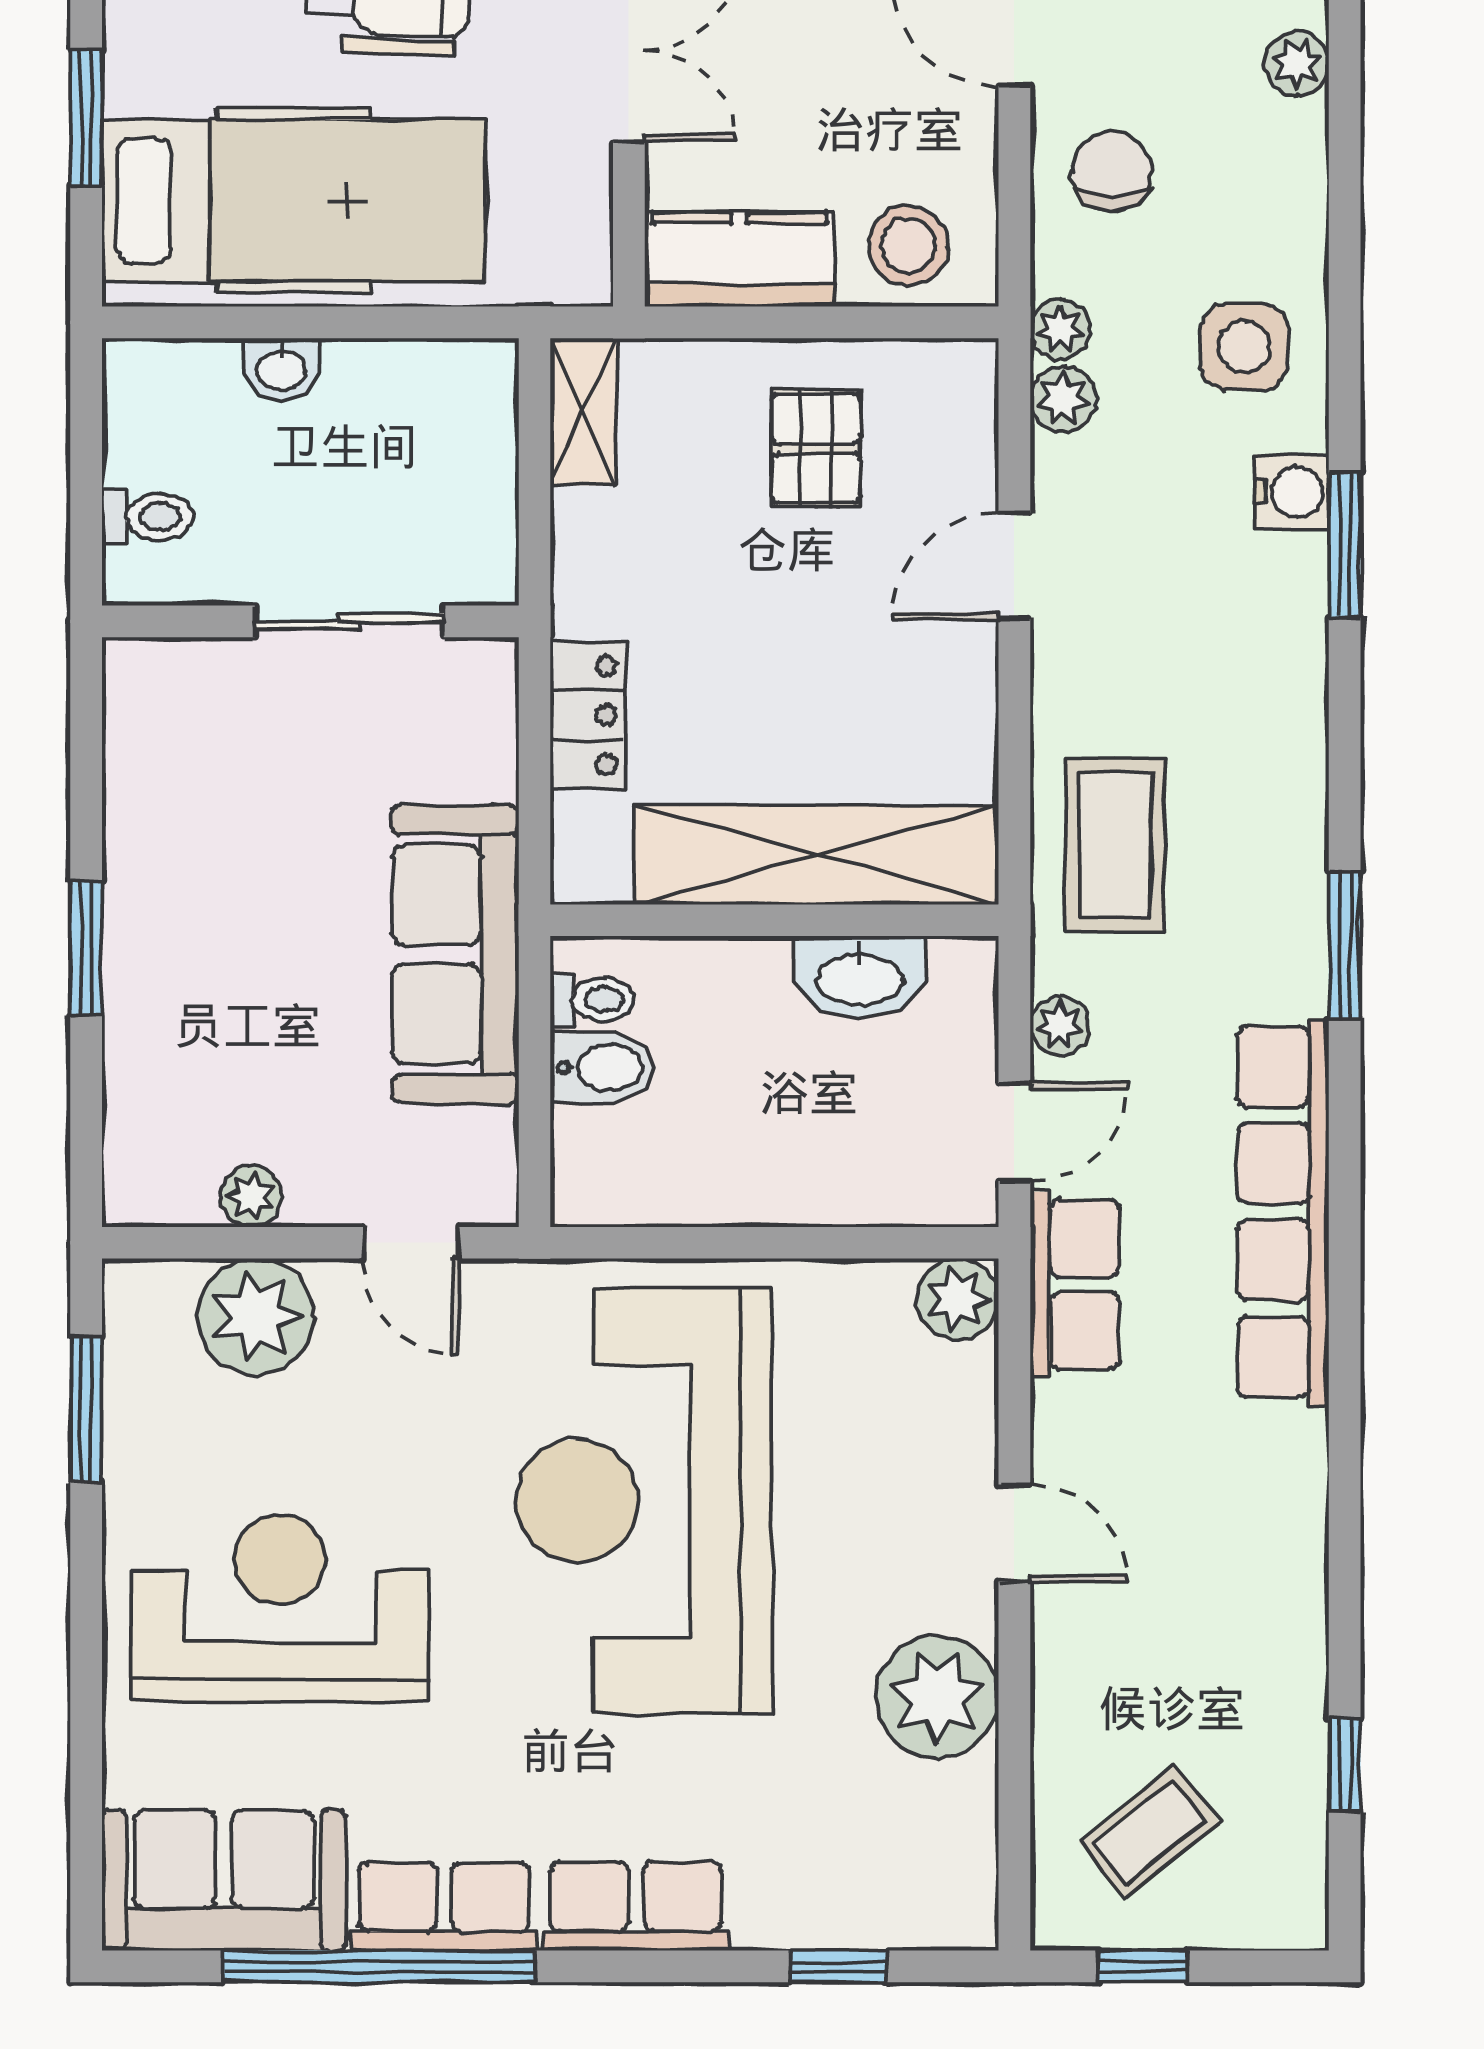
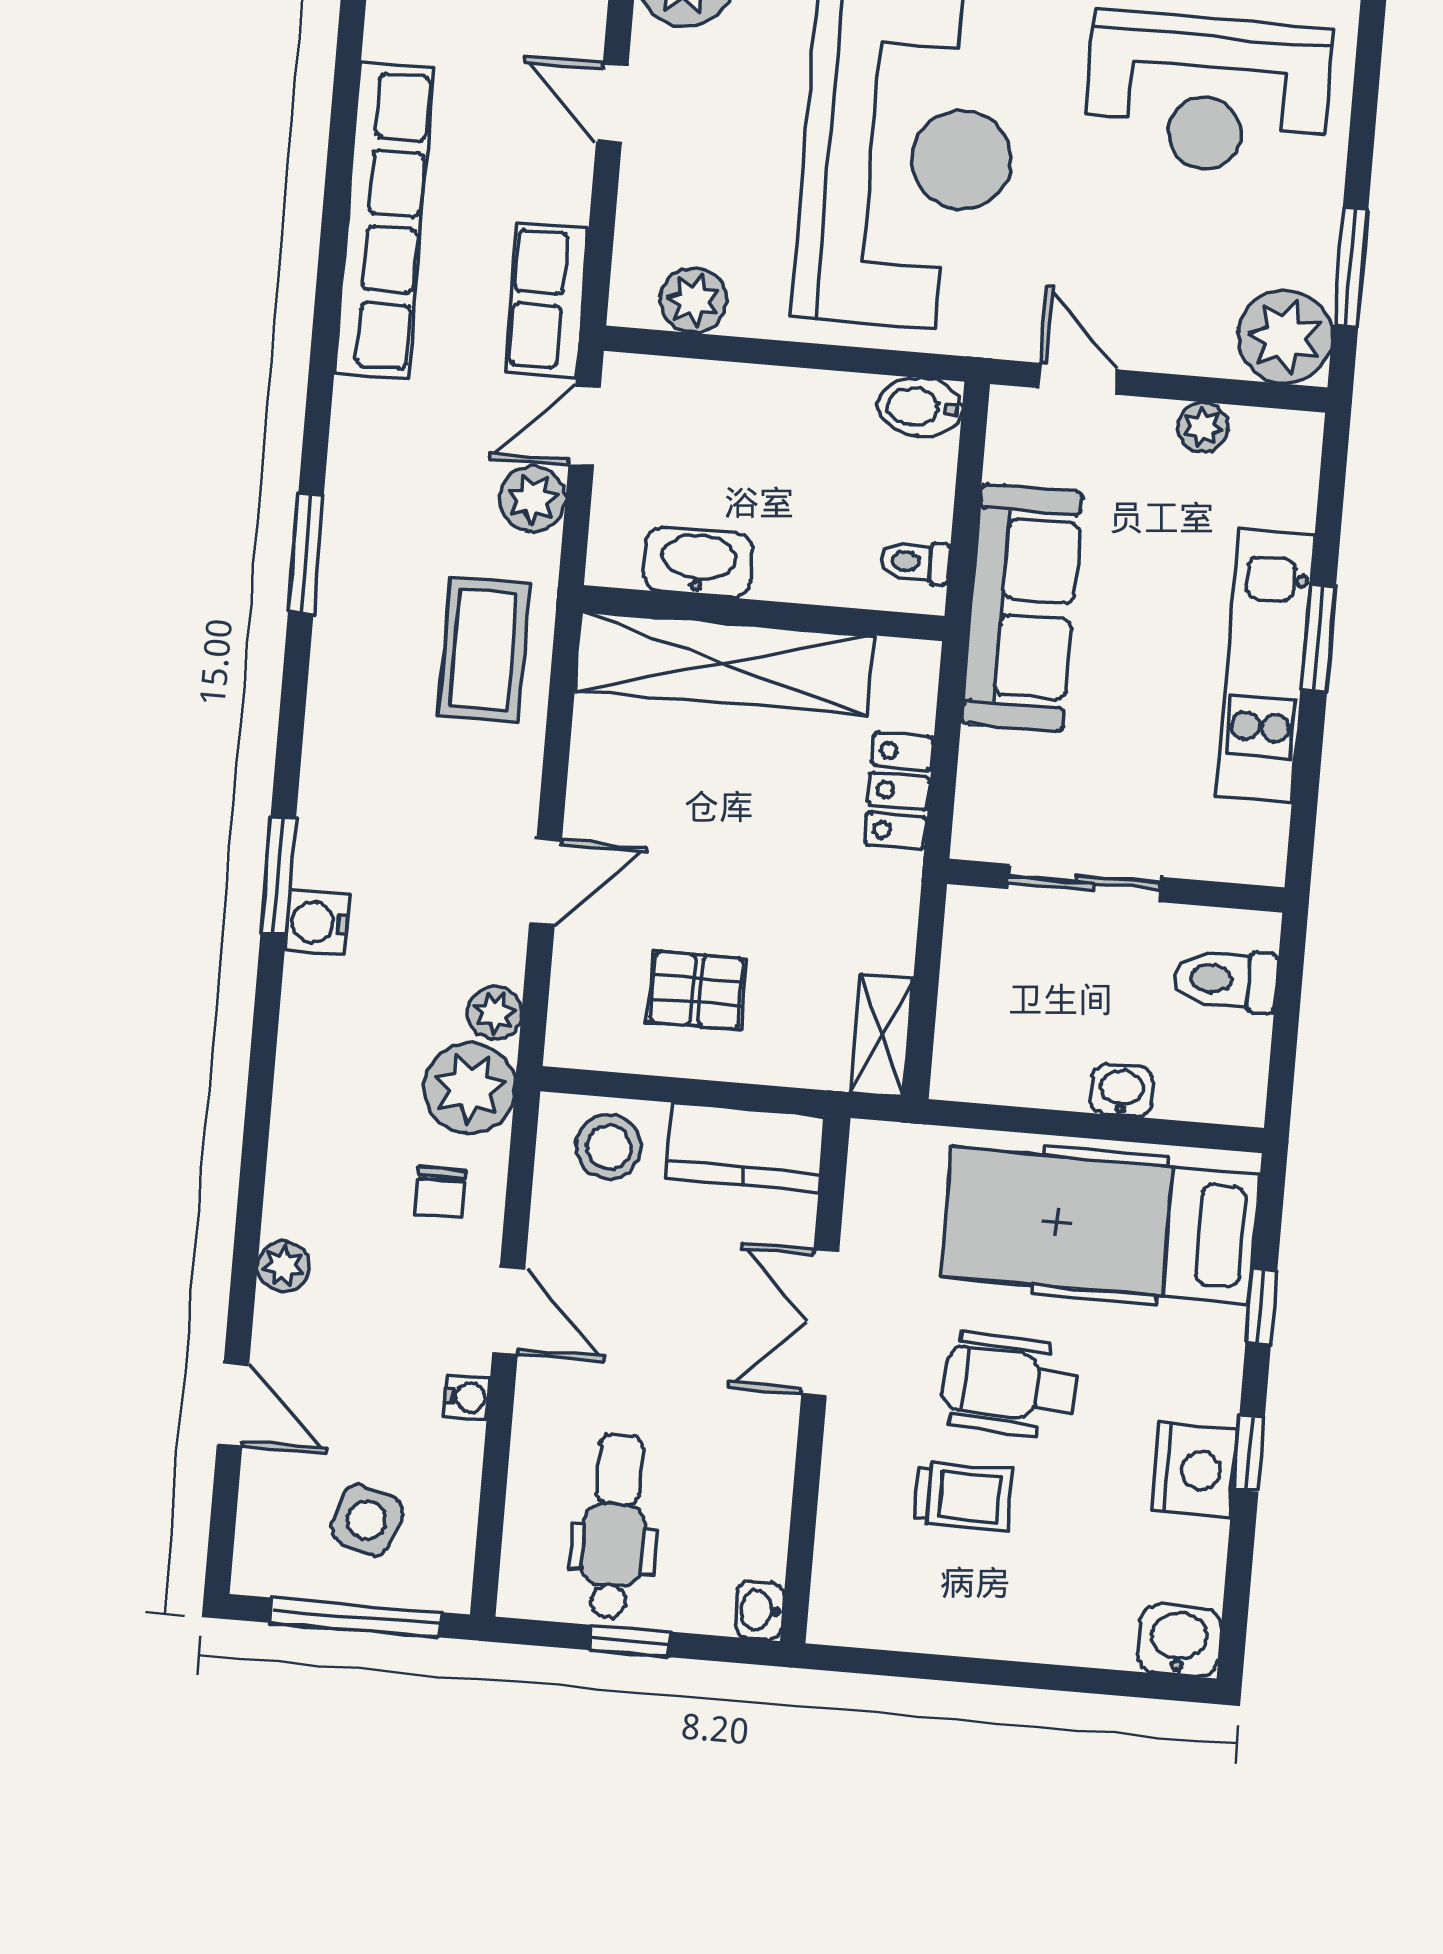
window: (86, 118) -> (1261, 1306), width x0.67
chair: (1112, 172) -> (440, 1192), width x0.73, depth x0.73
plant: (1060, 330) -> (470, 1088), width x1.87, depth x1.87
side table: (1244, 347) -> (345, 1042), removed
pallet: (816, 448) -> (697, 990), turned 90
toilet: (147, 517) -> (1226, 980), width x1.37, depth x1.39
kitchen unit: (149, 910) -> (1266, 665), added
plant: (1060, 1026) -> (533, 499), width x1.38, depth x1.38
bidet: (602, 1068) -> (920, 407), moved
row of seats: (1283, 1212) -> (384, 221), moved
plant: (958, 1299) -> (693, 300), moved
plant: (256, 1317) -> (1285, 337), moved

